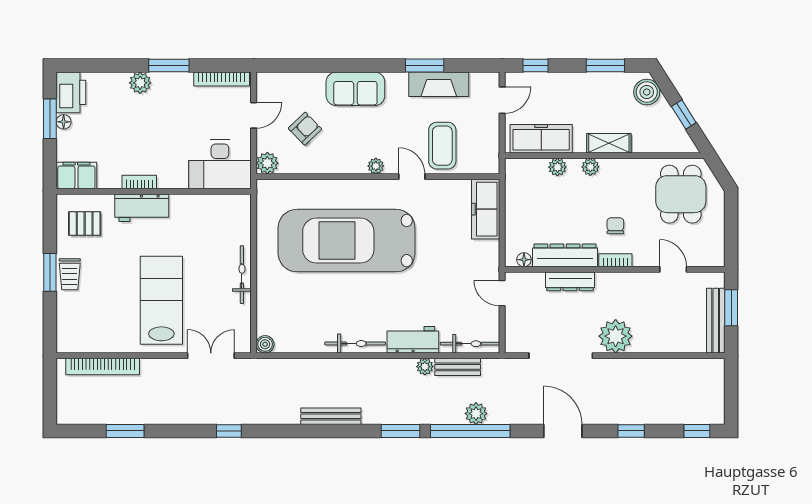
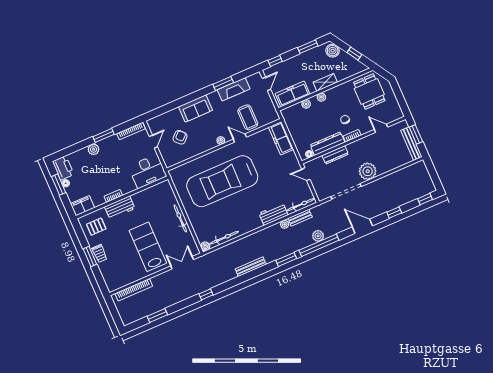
plant: (267, 163) -> (169, 161), removed
bicycle: (355, 343) -> (224, 238), moved

